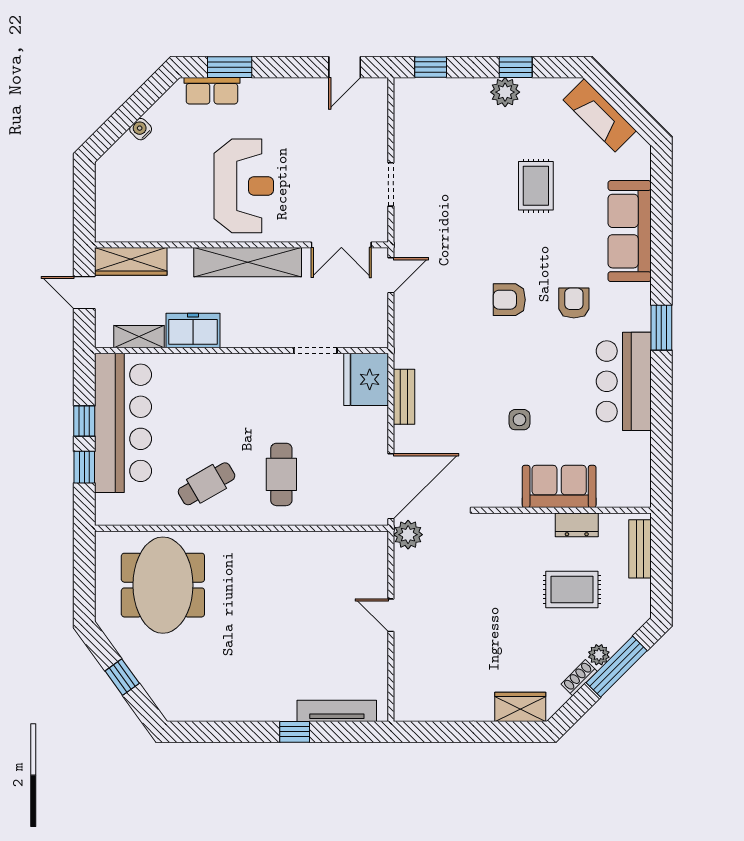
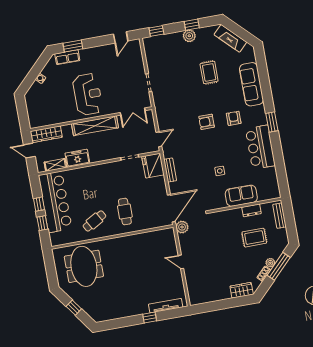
door: (391, 275) -> (159, 139), moved

